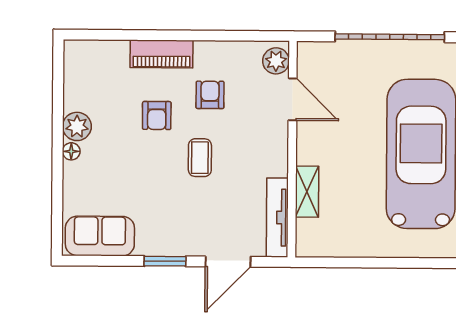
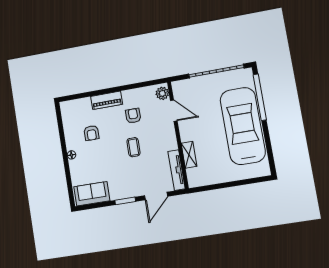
armchair: (157, 115) -> (91, 133), moved
plant: (77, 126) -> (72, 142), removed

